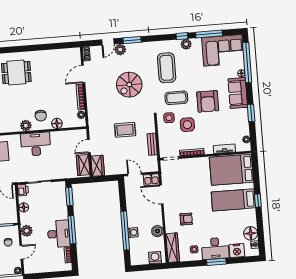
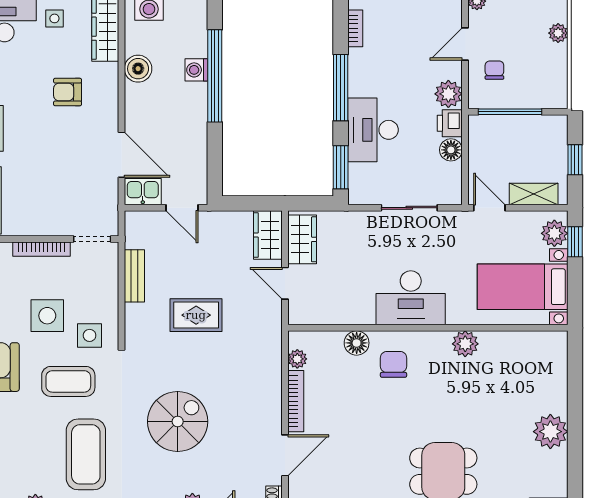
plant: (26, 126) -> (465, 344), moved
door: (89, 146) -> (285, 283), swing flipped
printer: (23, 190) -> (450, 123), moved
desk: (59, 234) -> (373, 130), moved

